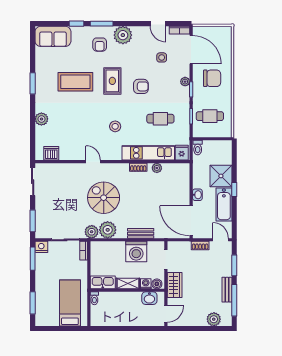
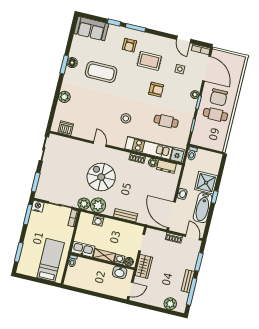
plant: (123, 35) -> (151, 42), removed
chair: (212, 78) -> (219, 97), turned 90
floor lamp: (41, 79) -> (72, 63), added
rug: (112, 81) -> (149, 61), moved, turned 90
cafe table: (210, 116) -> (215, 115), moved
dresser: (173, 169) -> (166, 167), added
washing machine: (136, 252) -> (98, 221), moved, width x0.53, depth x0.53

